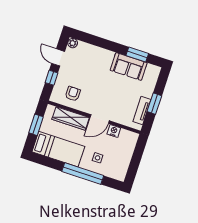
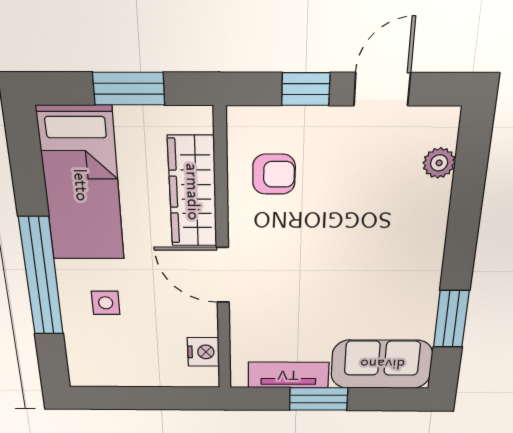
plant: (73, 43) -> (439, 163), moved
sofa: (129, 67) -> (382, 364), moved, turned 90
nightstand: (114, 131) -> (203, 352), moved

